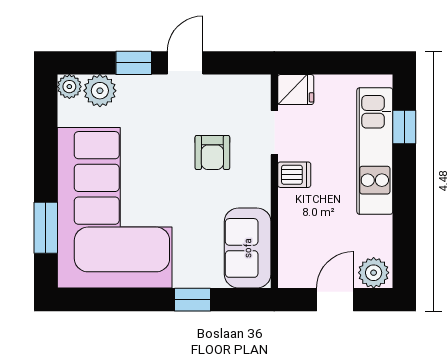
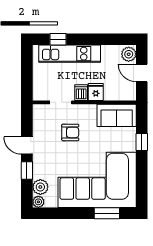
fridge: (296, 90) -> (96, 92), moved

